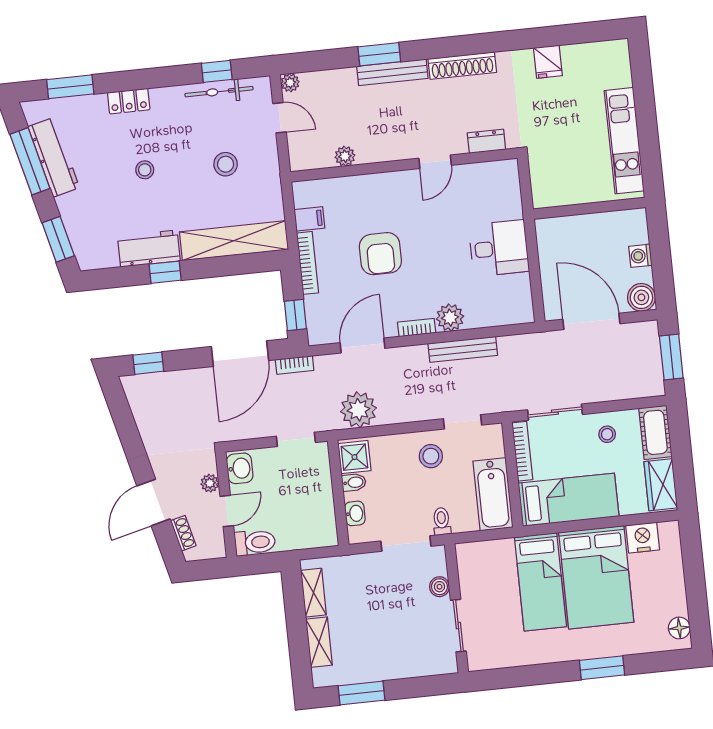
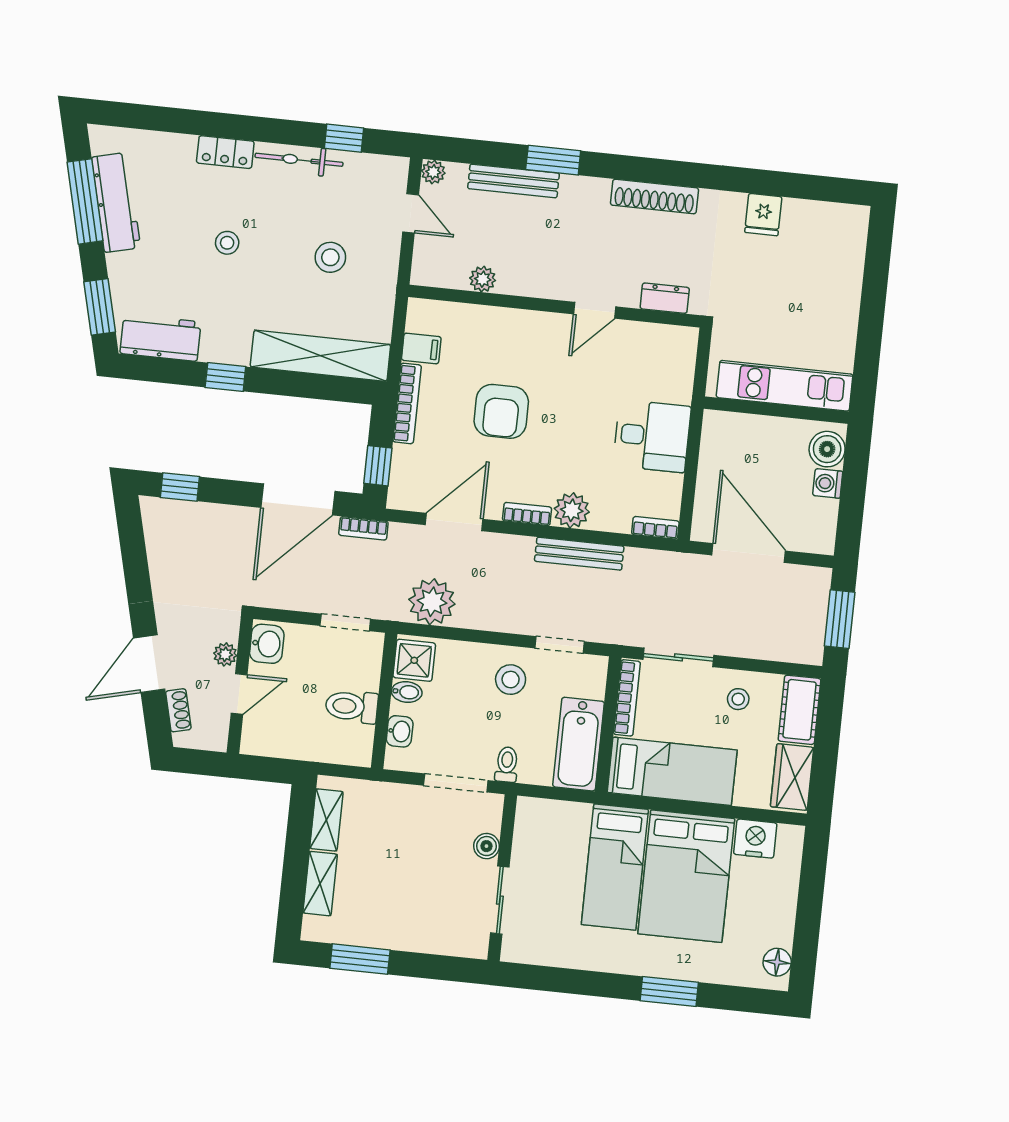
bench: (392, 72) -> (514, 181), moved
window: (70, 87) -> (156, 118), removed
bicycle: (219, 92) -> (299, 160), moved
kitchen unit: (624, 141) -> (785, 386), moved, turned 90
workbench: (149, 249) -> (161, 338), moved
boiler: (641, 297) -> (827, 449), moved
bookcase: (516, 317) -> (655, 528), added
toilet: (255, 542) -> (352, 706), moved, turned 180

